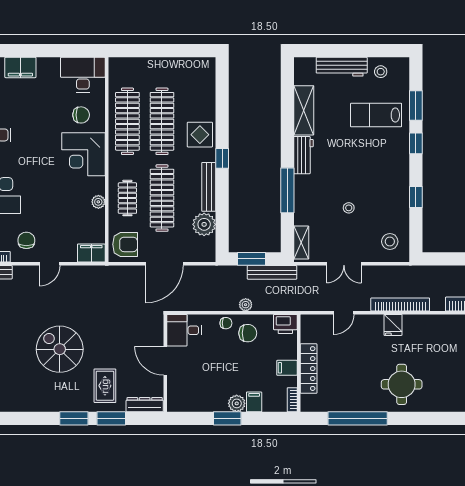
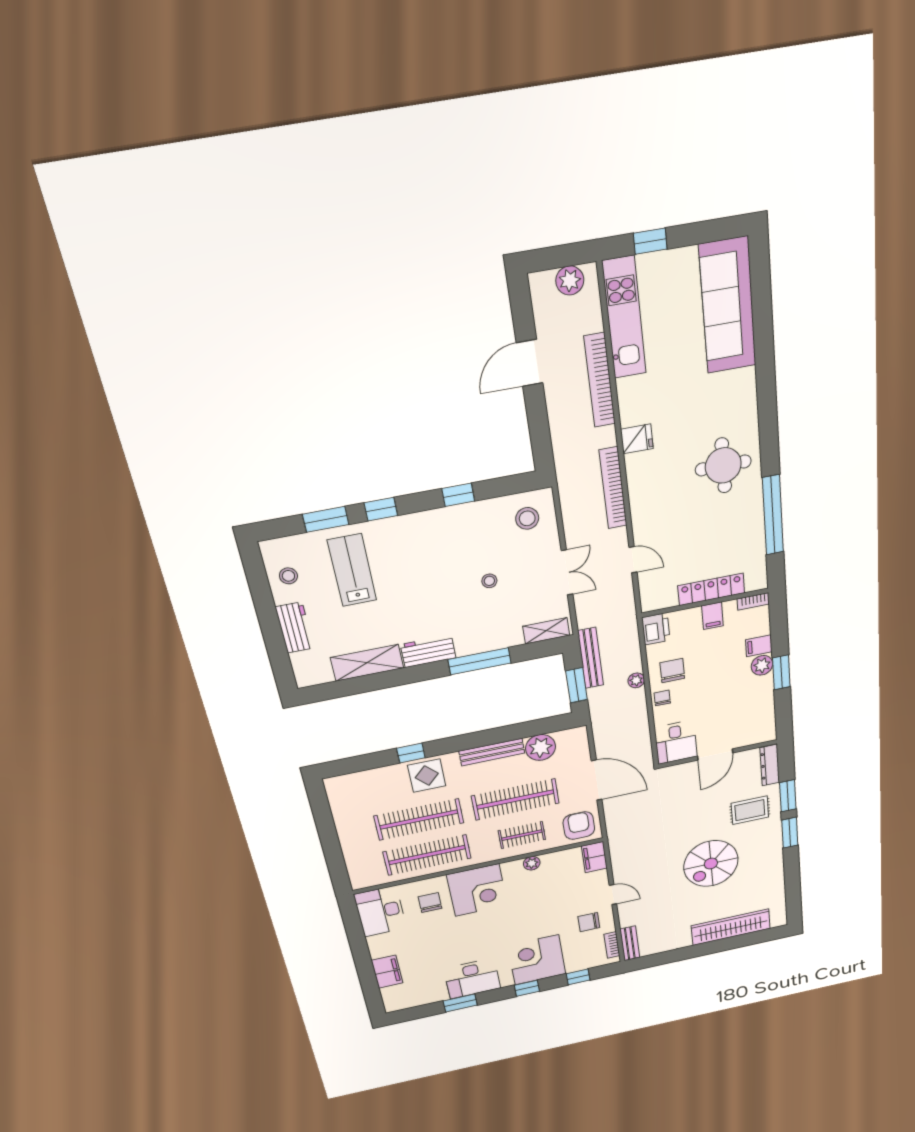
workbench: (342, 67) -> (295, 628), width x0.73
lab bench: (376, 115) -> (352, 570), turned 180
window: (222, 158) -> (411, 753), moved
fridge: (393, 325) -> (637, 439), moved

